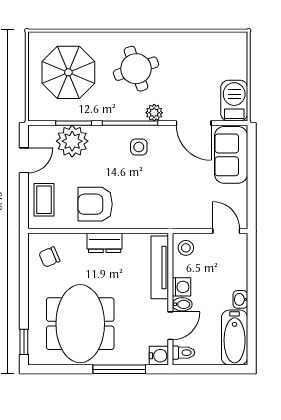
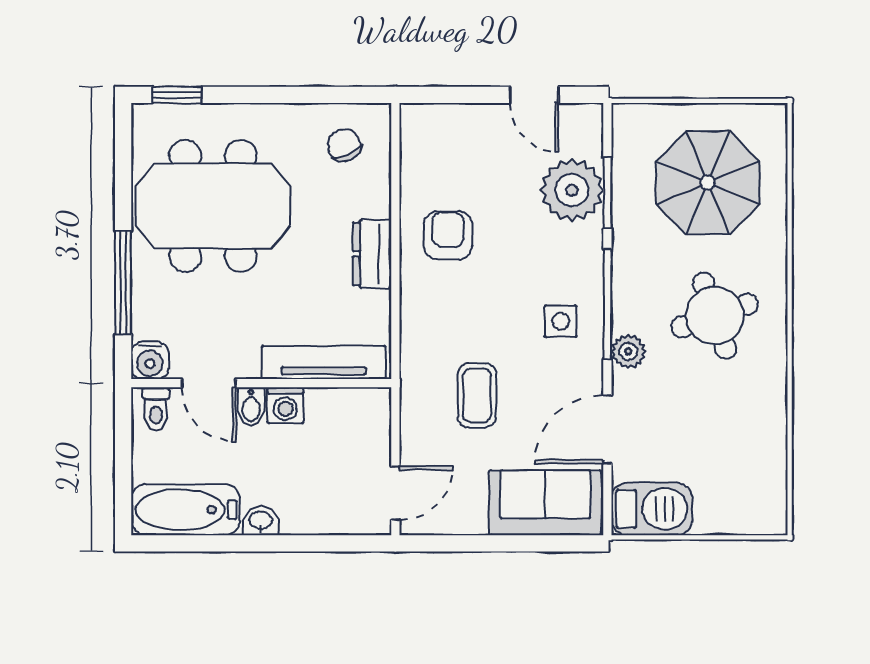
coffee table: (44, 200) -> (477, 395), moved, turned 90
armchair: (95, 204) -> (448, 235), width x0.72, depth x0.72
stool: (186, 248) -> (362, 414), removed

